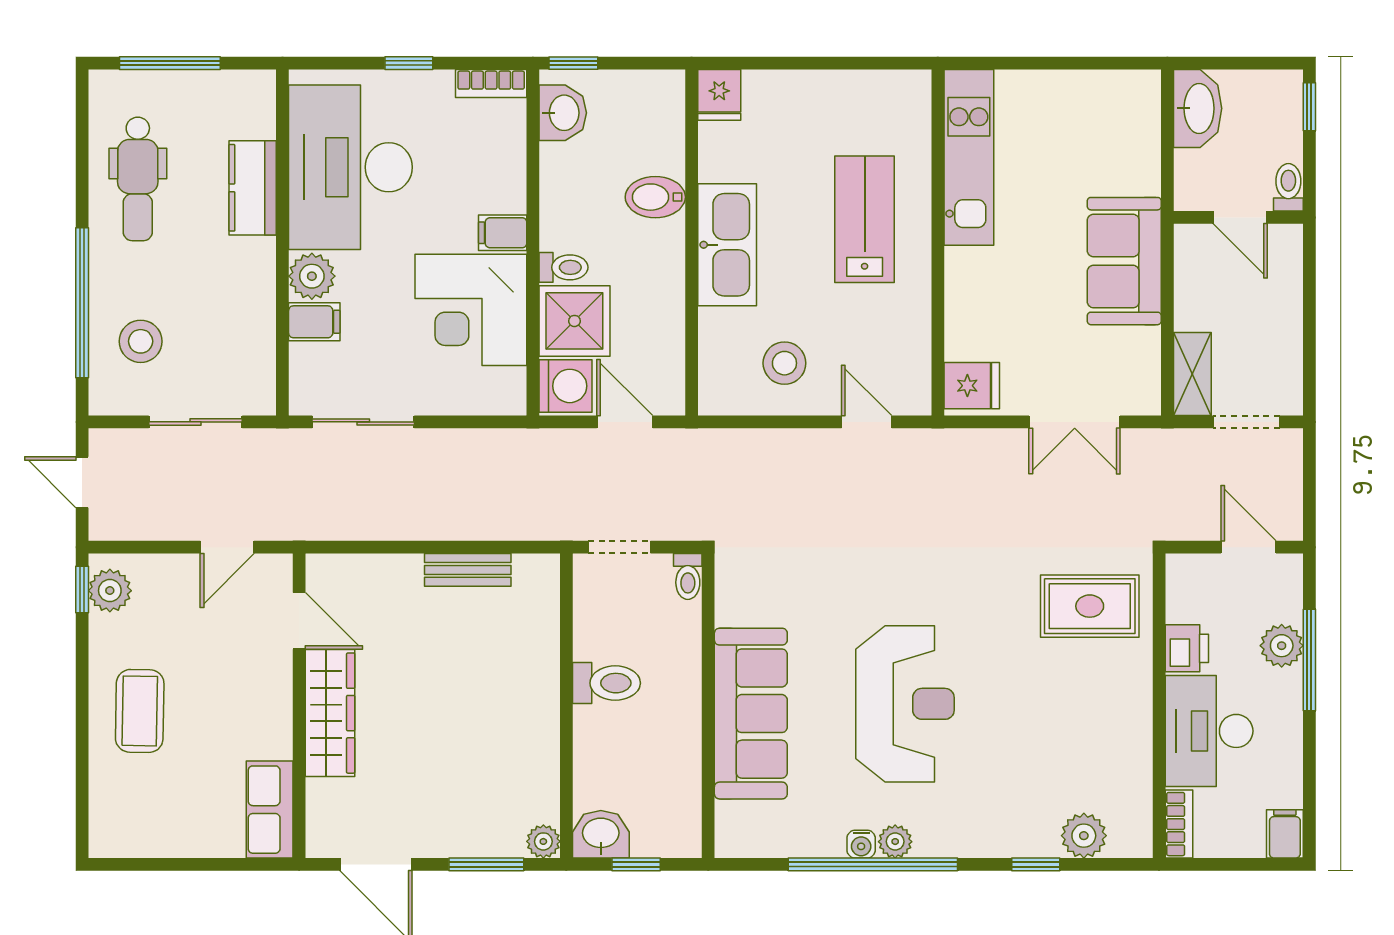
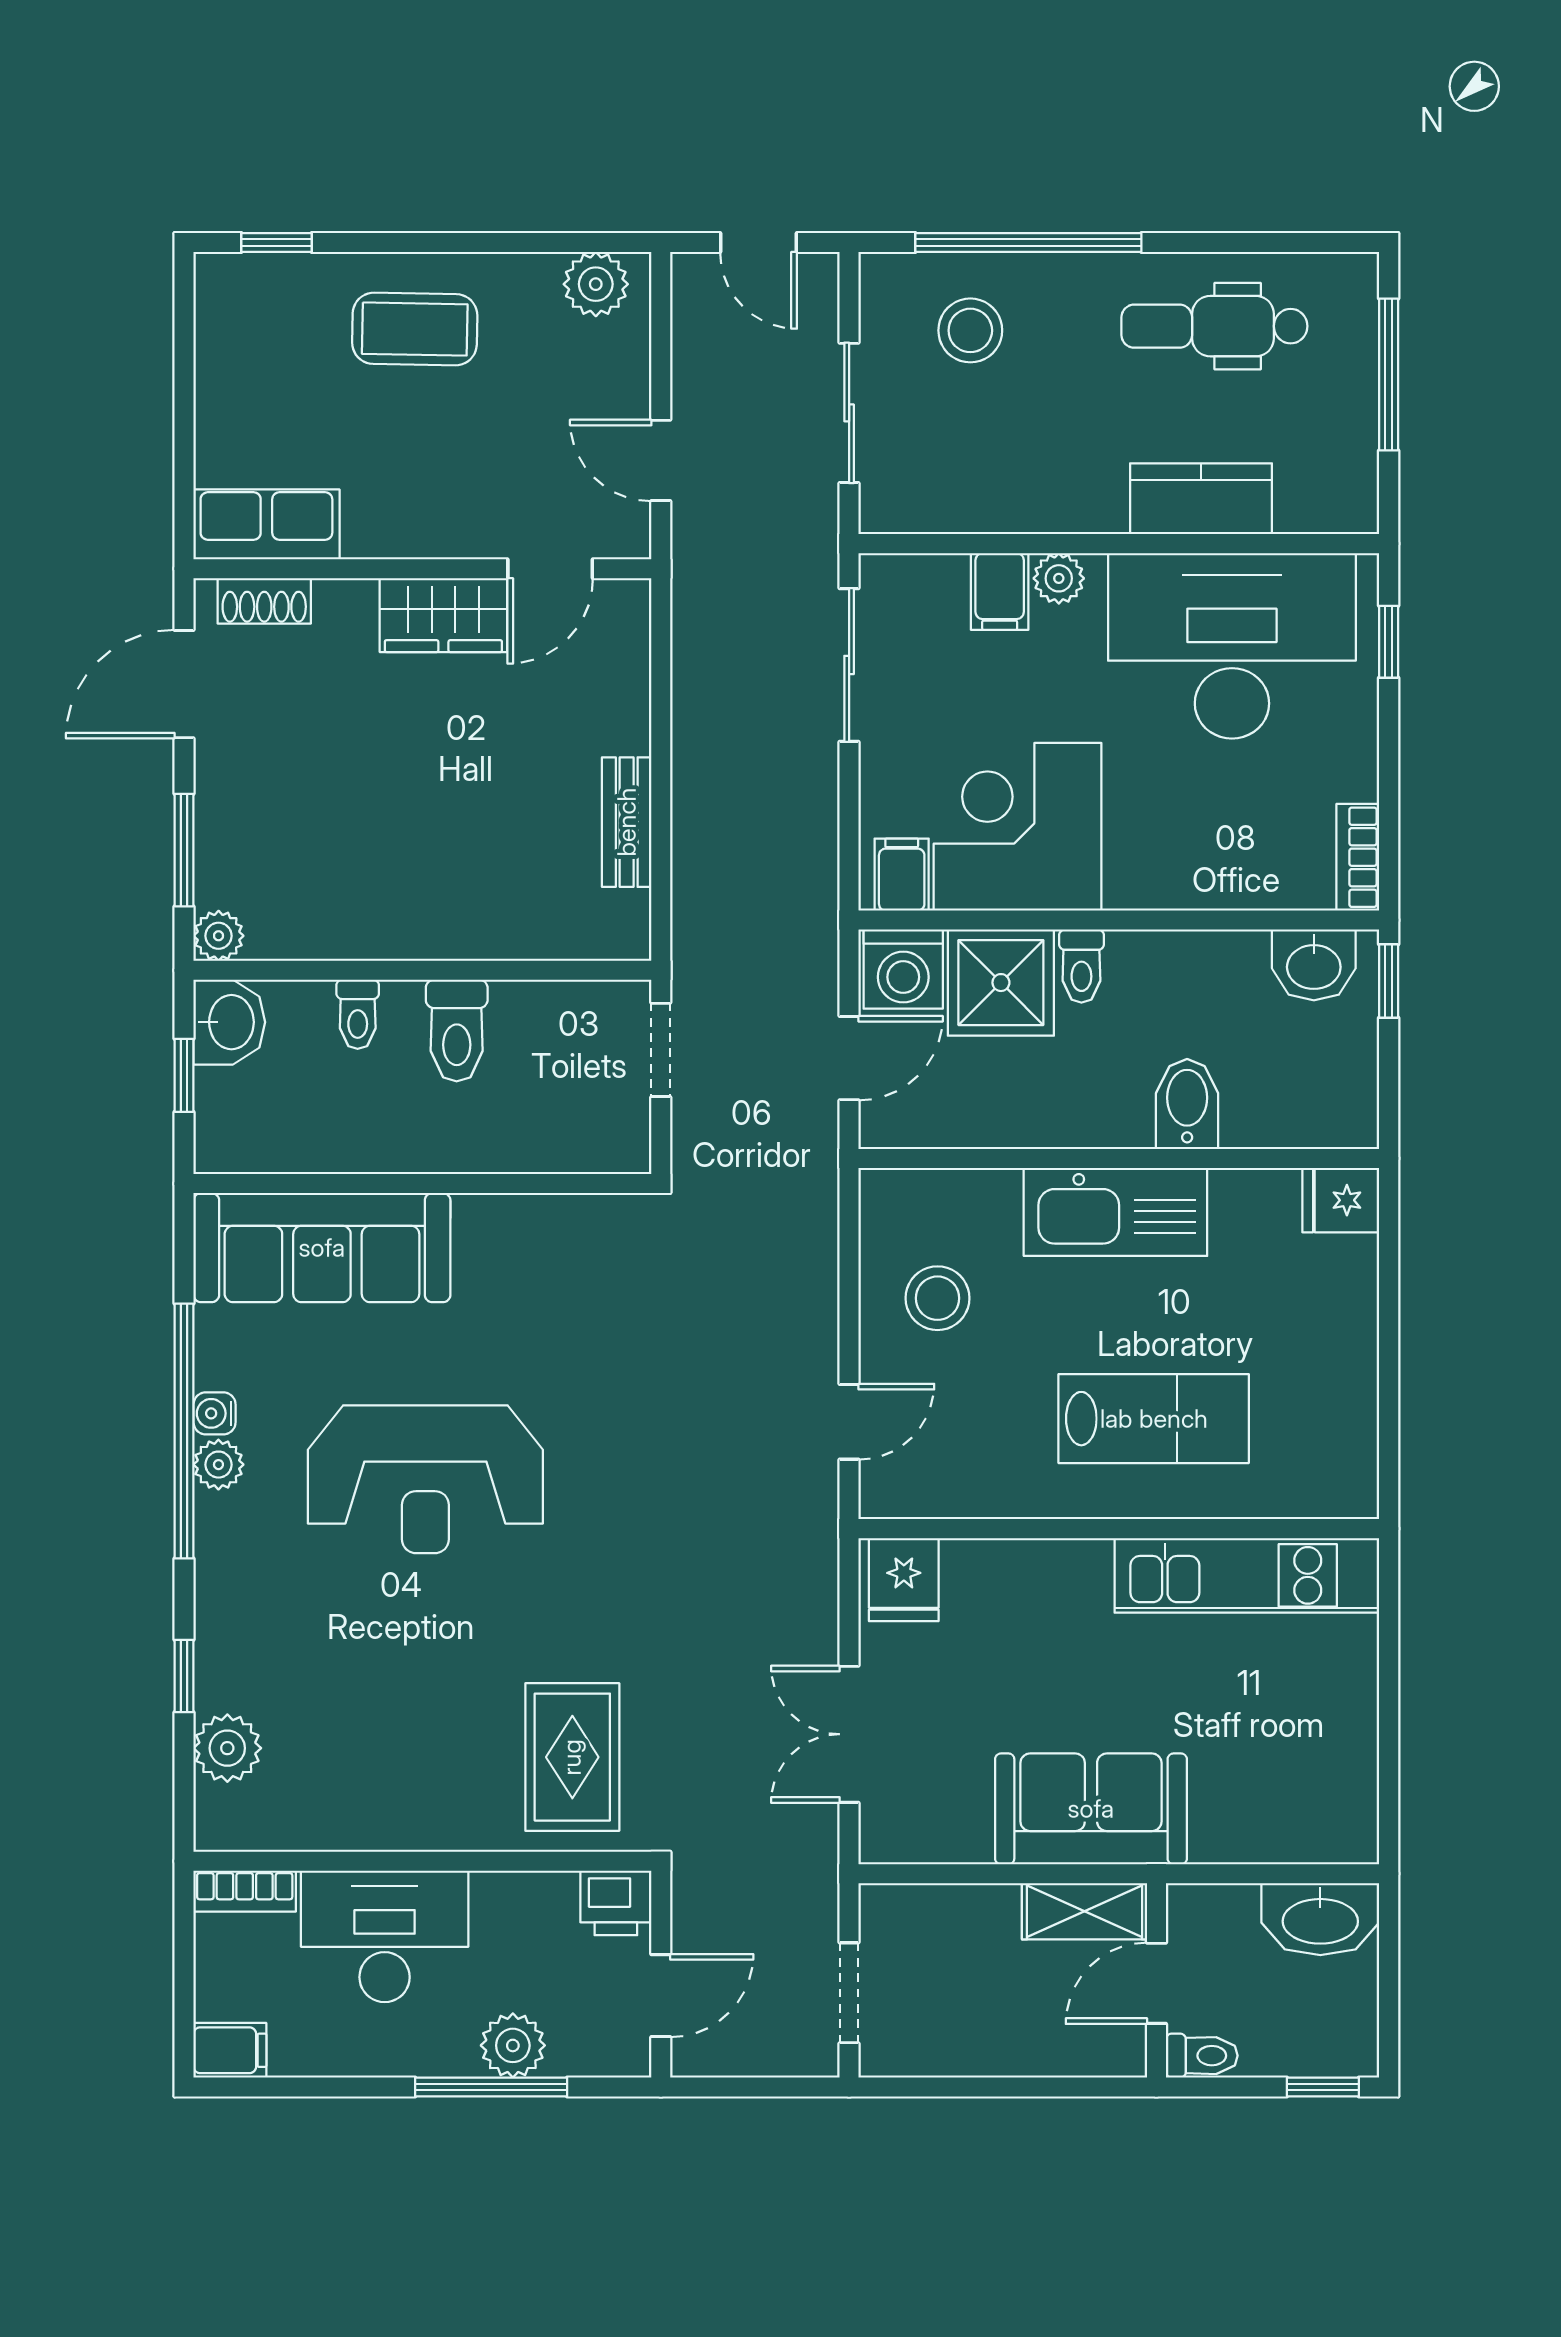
window: (409, 63) -> (1389, 642), moved
filing cabinet: (503, 233) -> (902, 875), moved
plant: (312, 276) -> (1059, 578), width x0.73, depth x0.73
shelving: (1192, 374) -> (1084, 1911), moved
door: (82, 482) -> (758, 242), swing flipped
toilet: (688, 576) -> (358, 1014), moved, turned -90
window: (82, 590) -> (277, 242), moved
printer: (1187, 648) -> (616, 1903), moved
wardrobe: (330, 713) -> (443, 615), width x0.67
sofa: (751, 714) -> (322, 1248), moved
shoe rack: (321, 811) -> (264, 601), added

